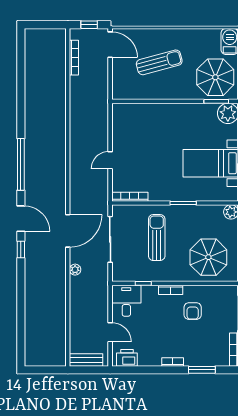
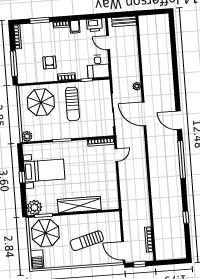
wardrobe: (166, 113) -> (79, 205), added
door: (110, 160) -> (116, 155), moved
door: (68, 231) -> (144, 114), hinge flipped
sun lounger: (157, 238) -> (72, 104), moved
window: (21, 249) -> (186, 217), moved
filing cabinet: (154, 358) -> (75, 27), added

